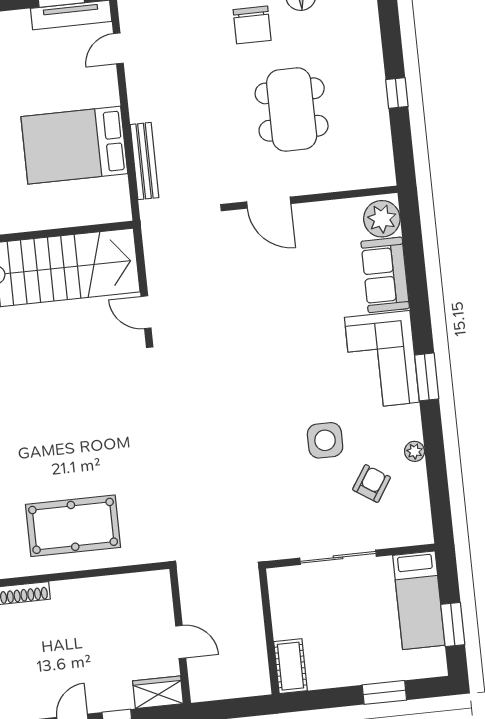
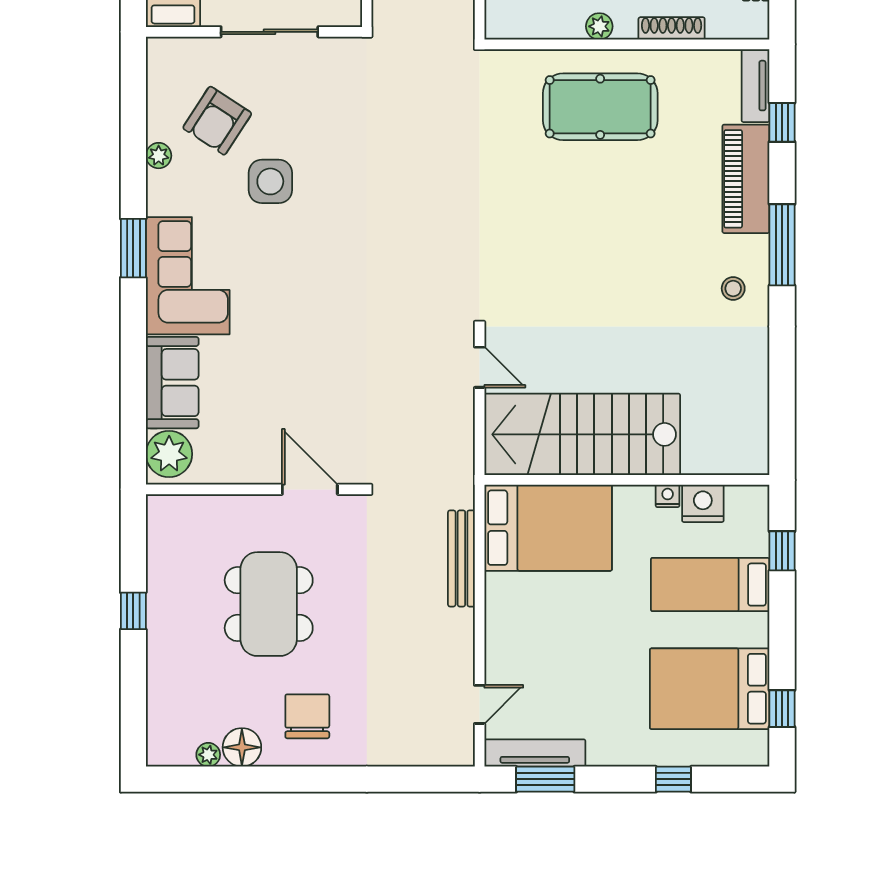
bed: (74, 145) -> (548, 528), moved
armchair: (372, 483) -> (217, 121), width x1.38, depth x1.38
plant: (80, 589) -> (599, 26), added

